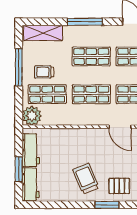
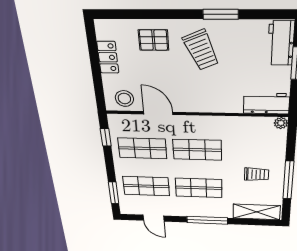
shop shelf: (47, 94) -> (253, 151), removed
plant: (32, 116) -> (281, 123), width x0.53, depth x0.53
workbench: (31, 150) -> (266, 103), moved, turned 90
window: (107, 205) -> (221, 14), moved

